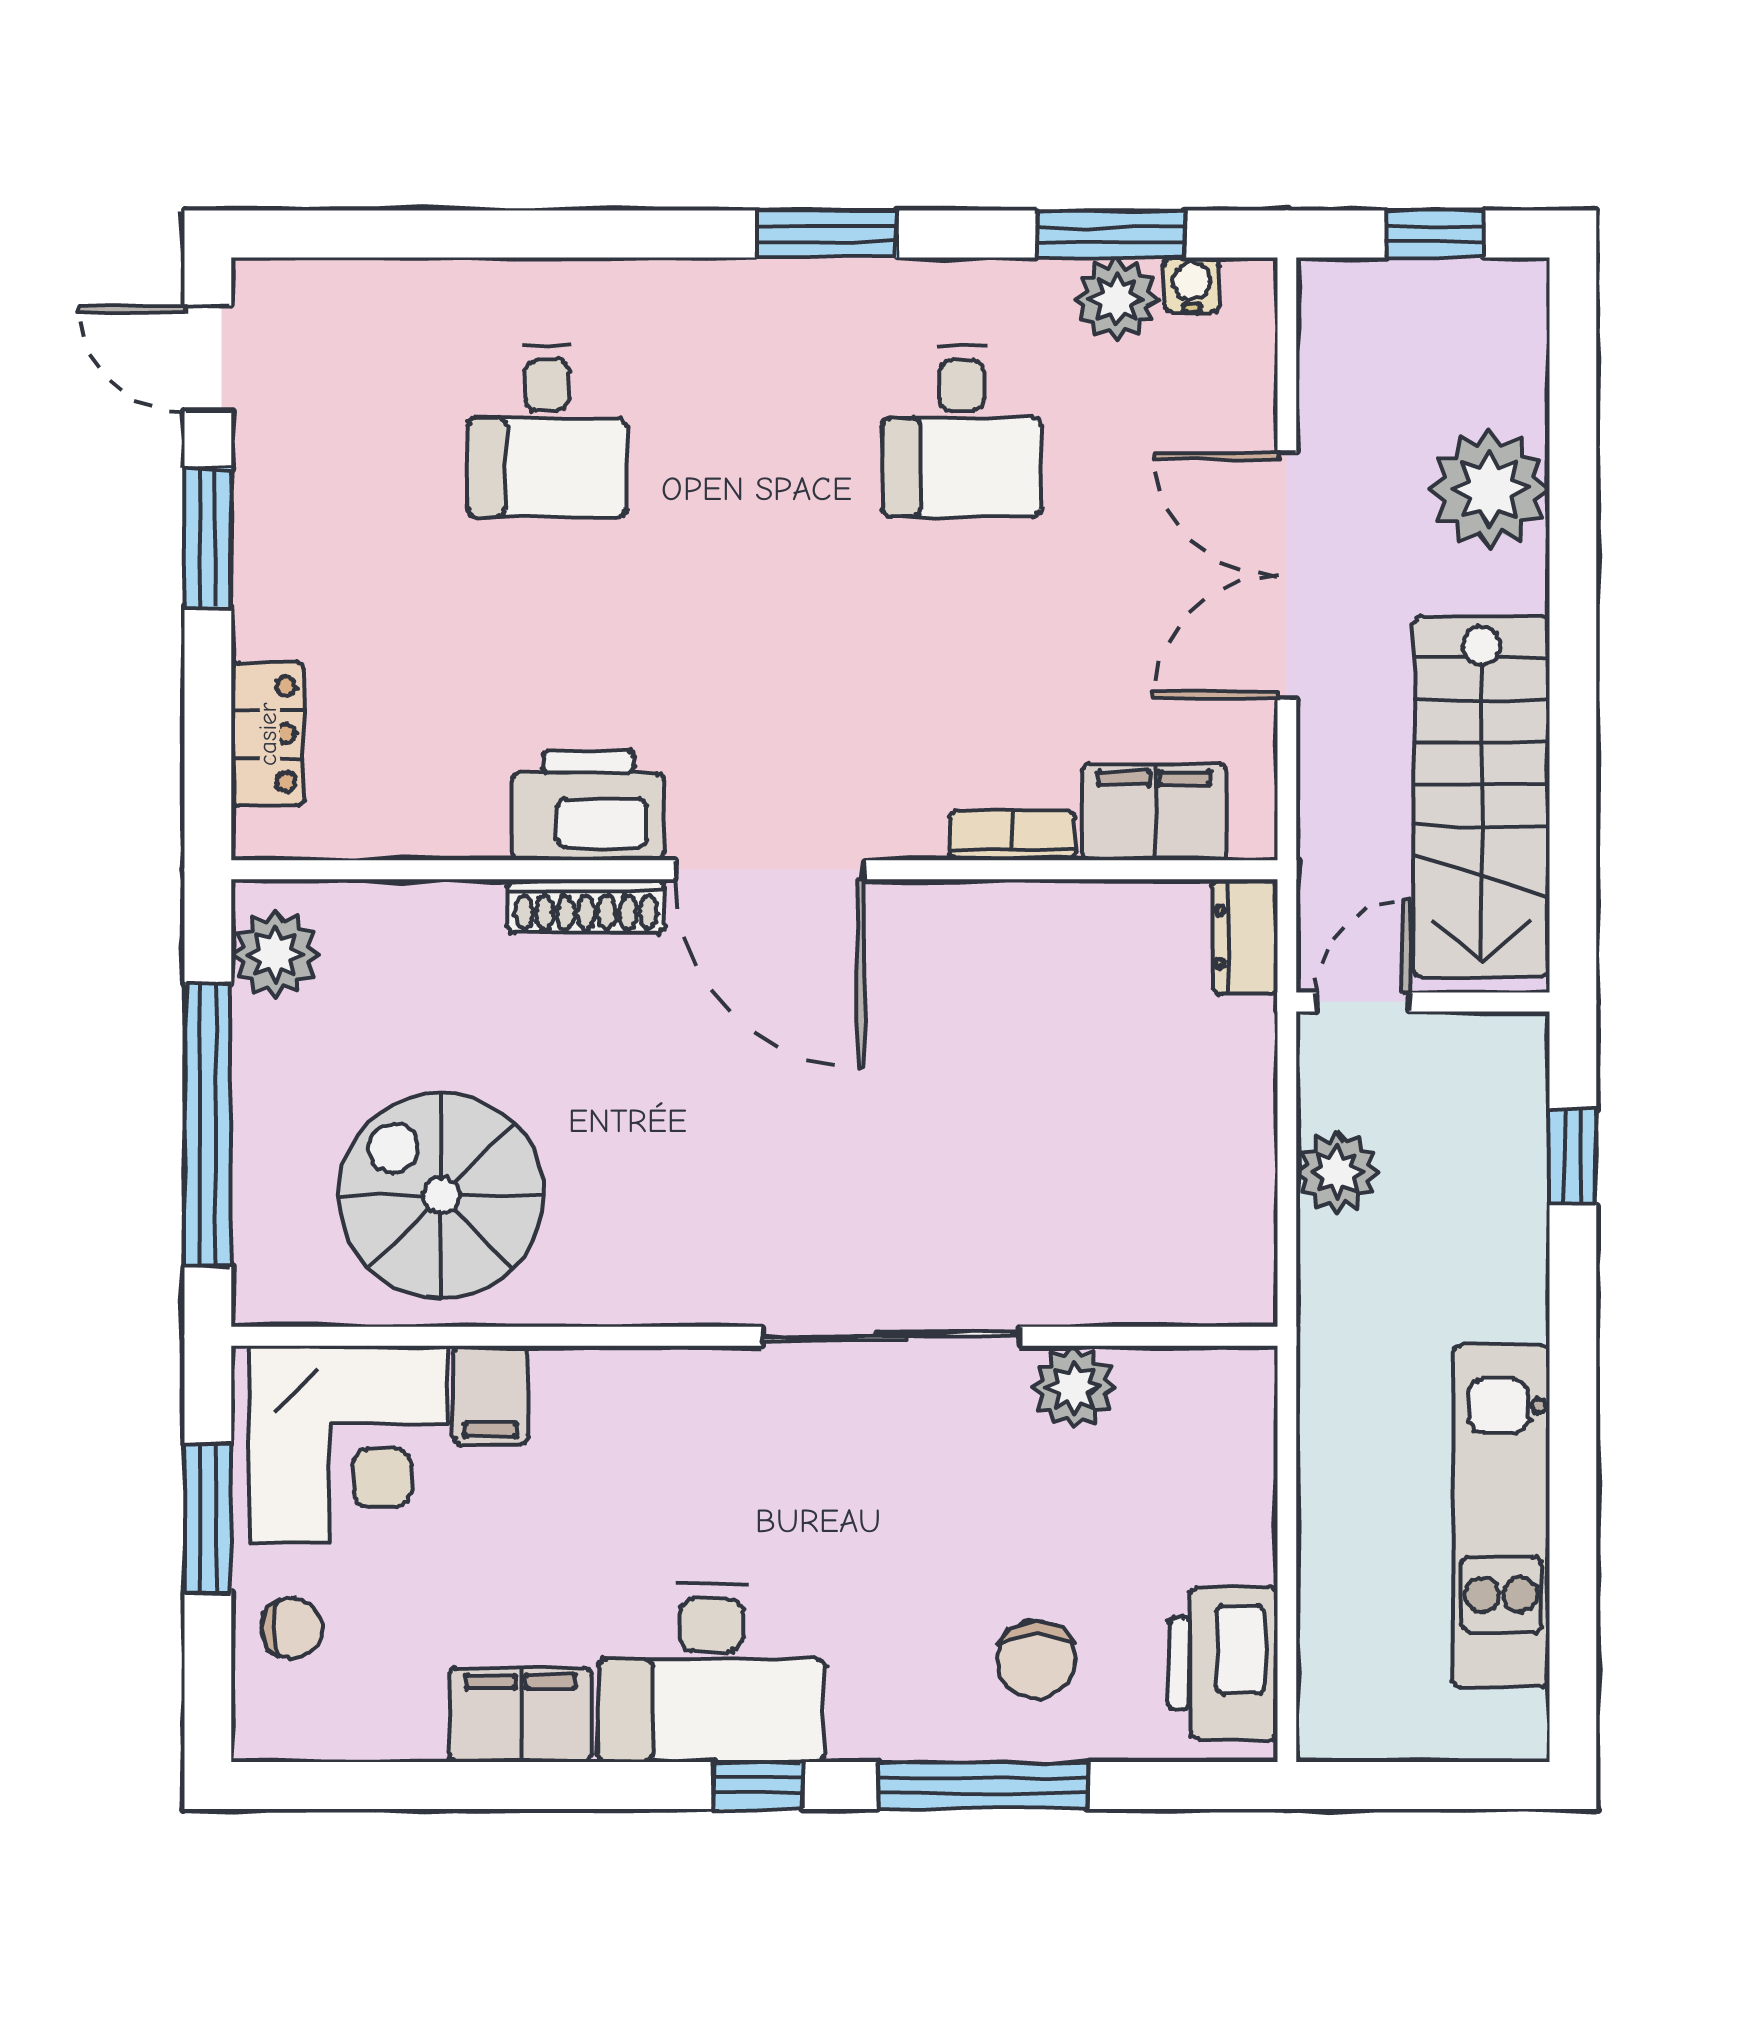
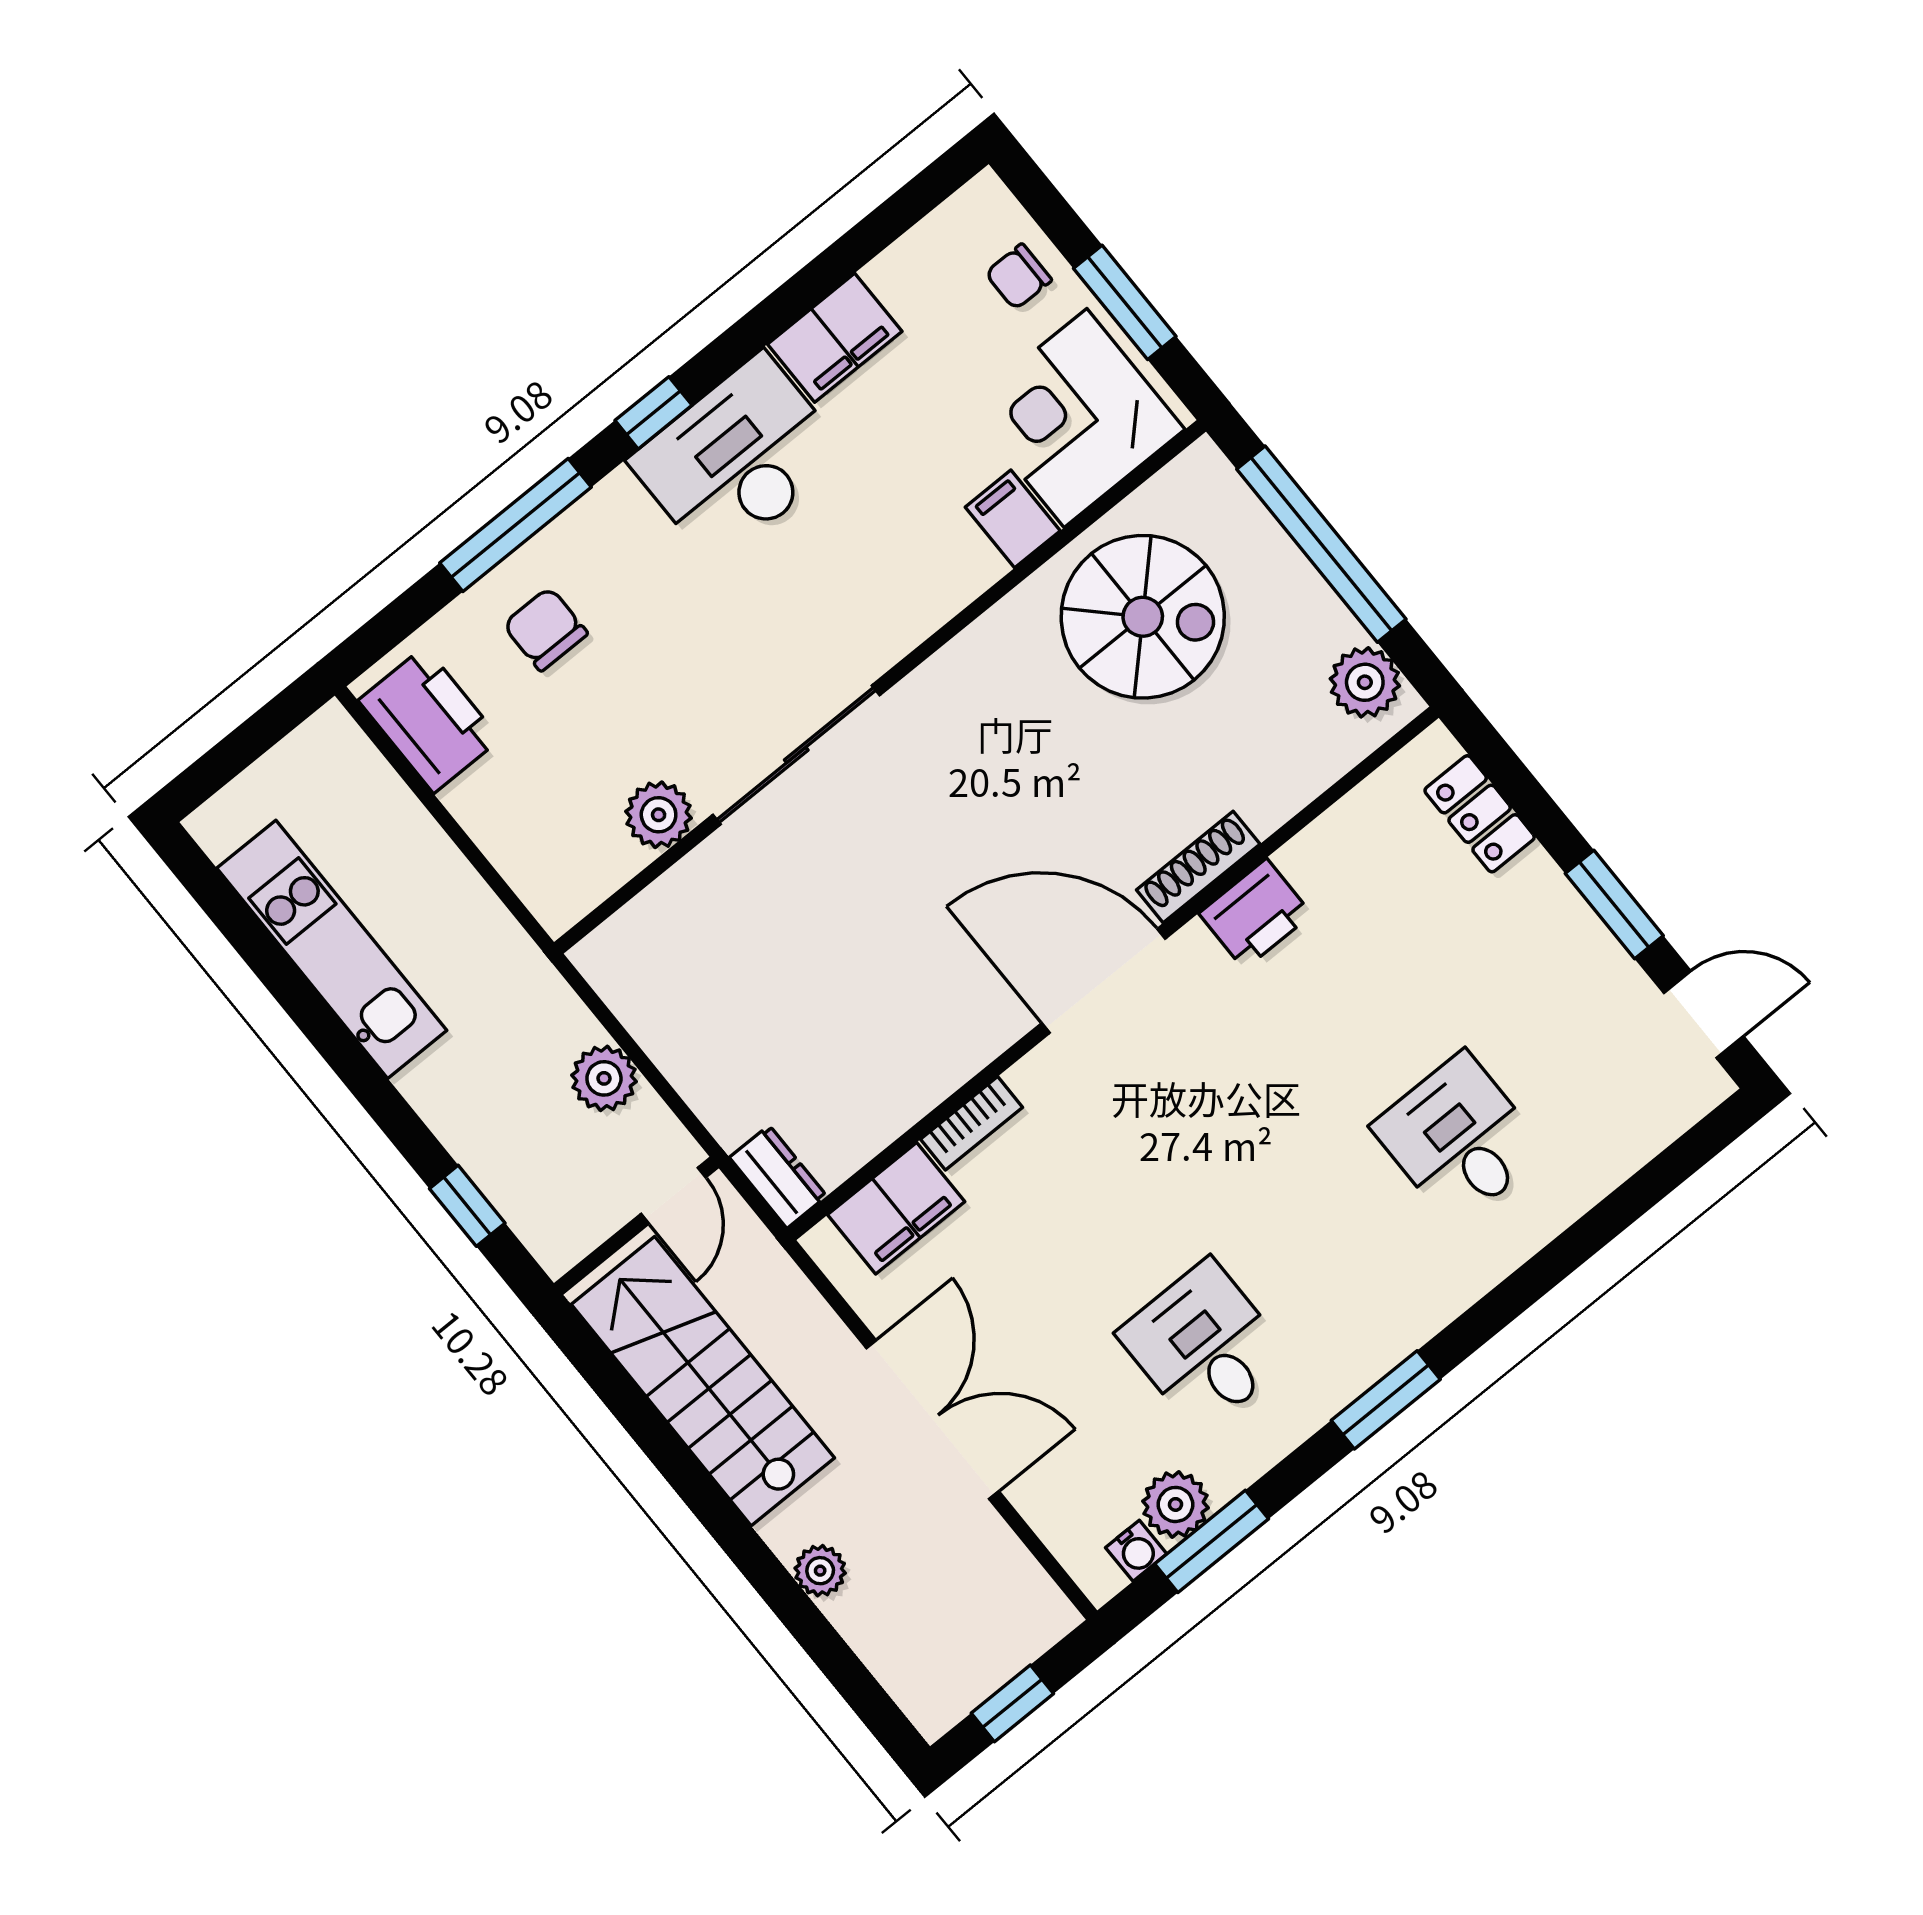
plant: (1490, 489) -> (820, 1571), width x0.53, depth x0.53
printer: (588, 806) -> (1255, 914), width x0.73, depth x0.84

